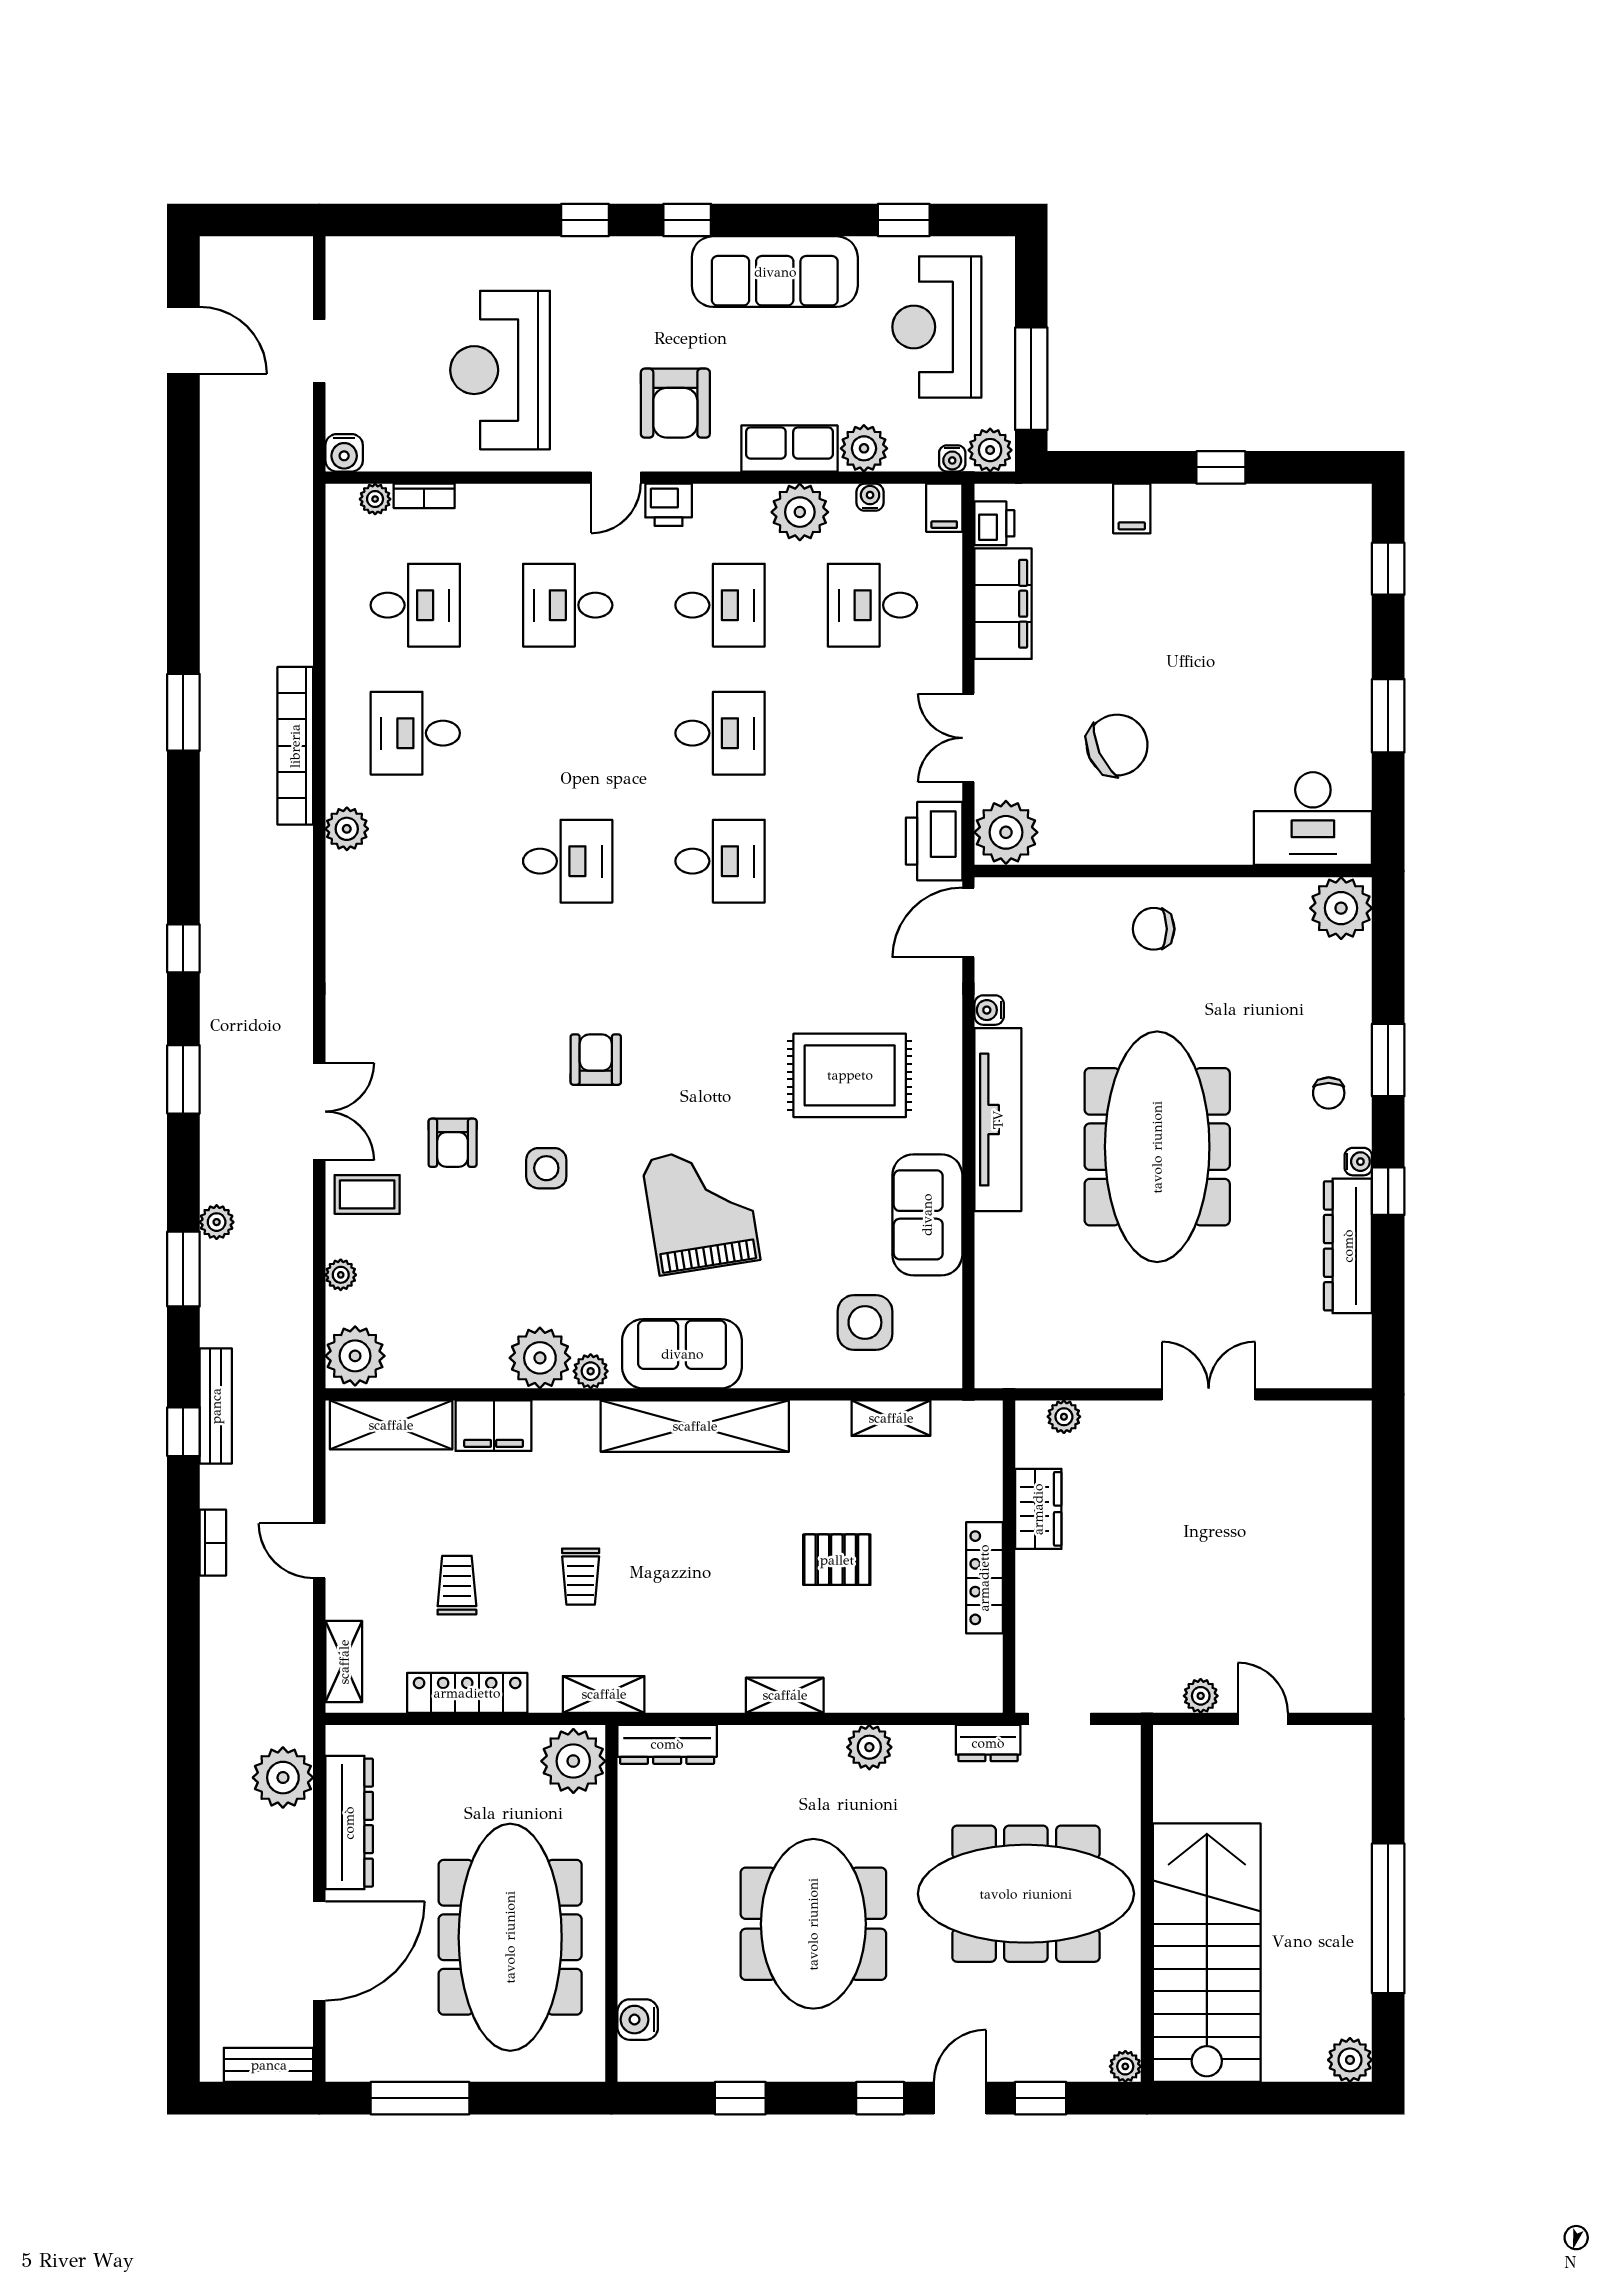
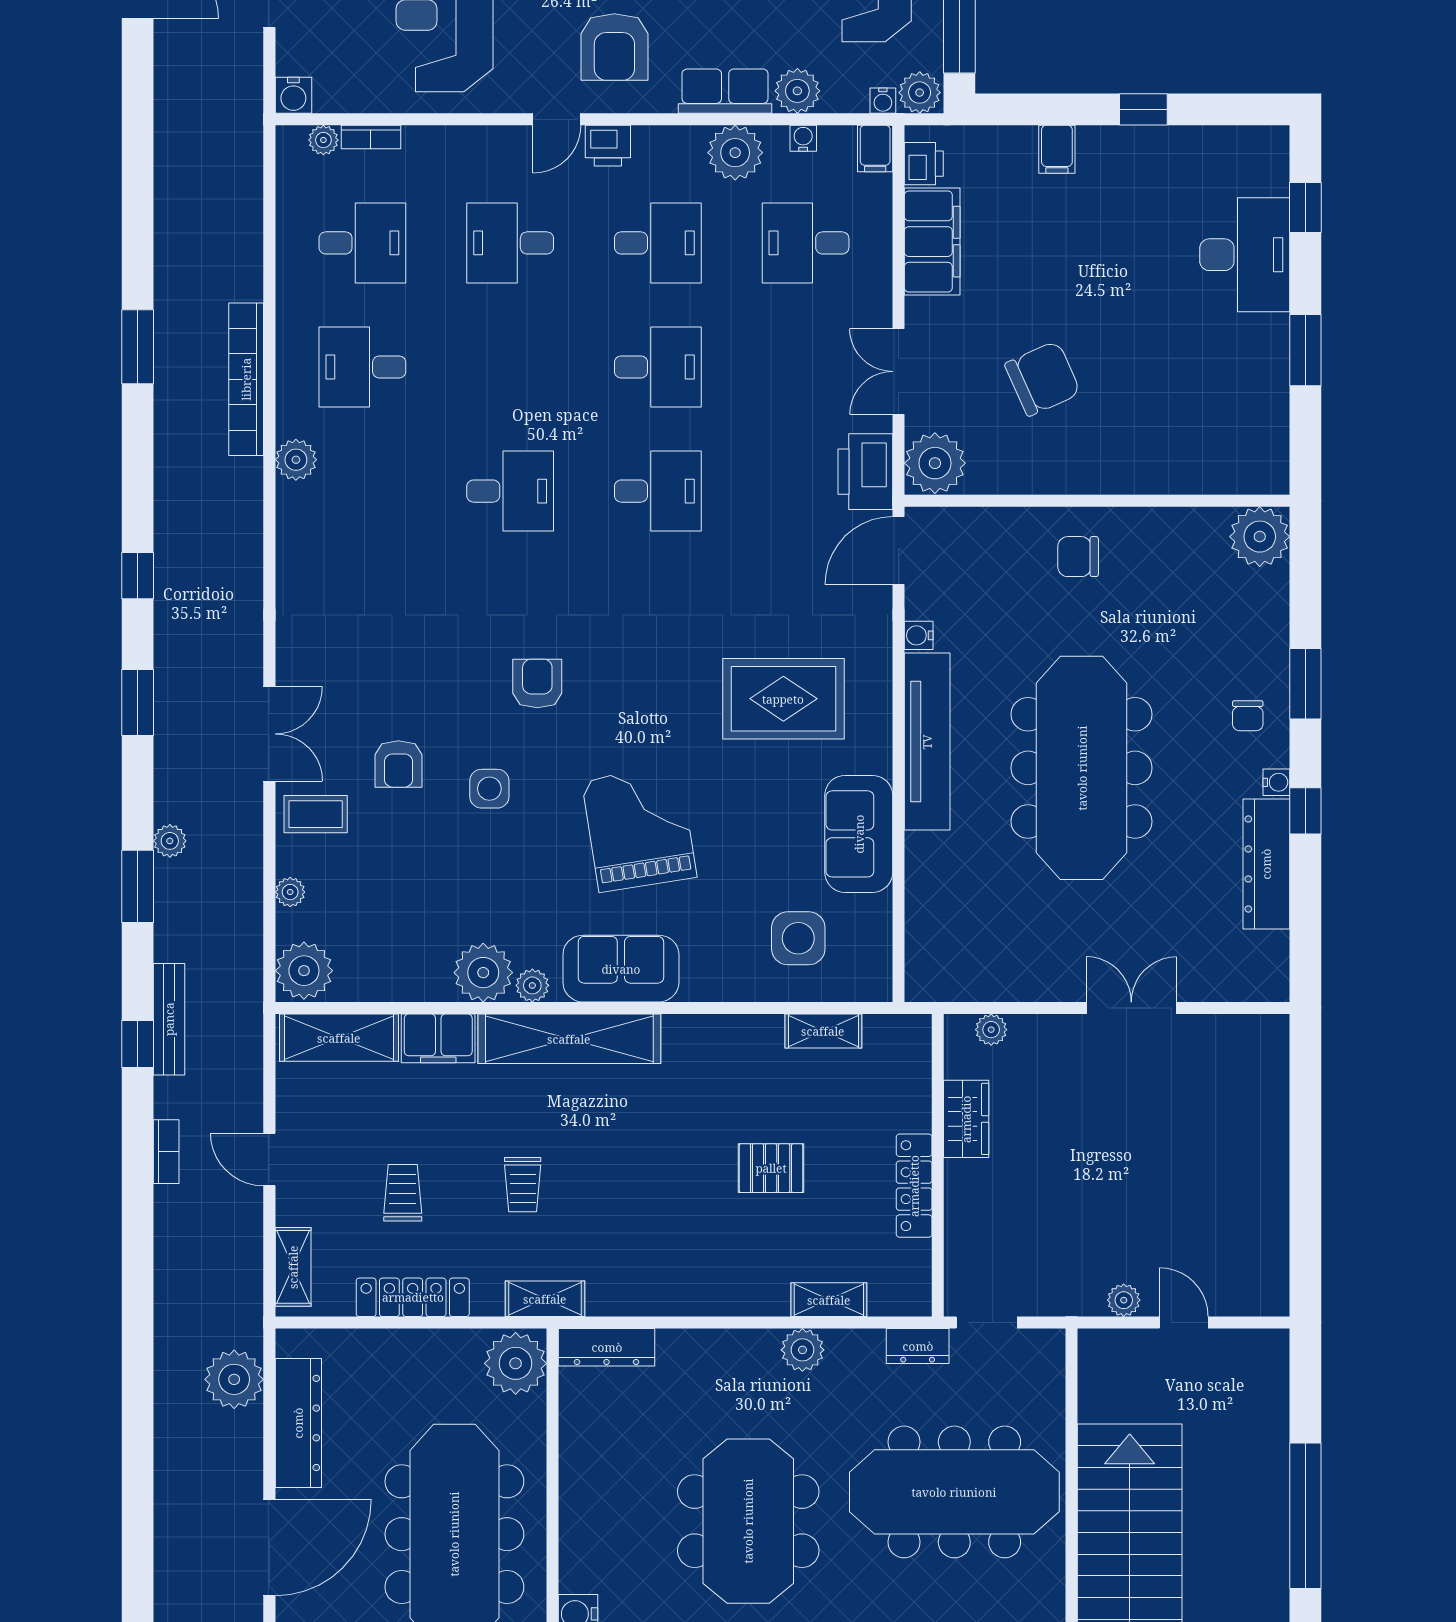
desk: (1313, 819) -> (1245, 255), moved, turned -90
shelving: (695, 1426) -> (569, 1039), moved
shelving: (785, 1695) -> (829, 1300), moved

